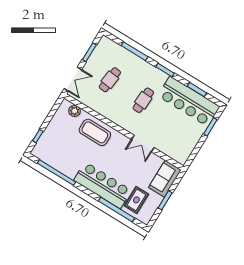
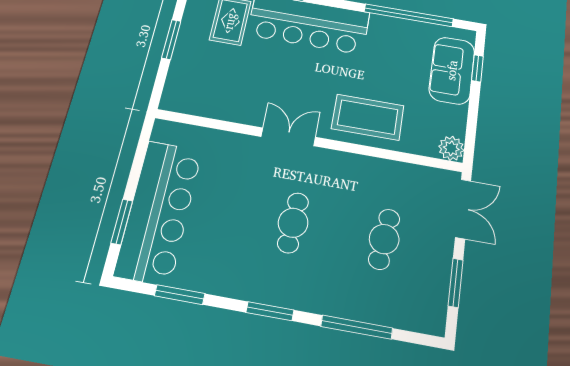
double door: (73, 79) -> (463, 209), swing flipped
bar counter: (189, 101) -> (159, 212), moved, turned 90
plant: (75, 111) -> (451, 148), moved
double door: (143, 144) -> (288, 137), moved
sofa: (165, 179) -> (452, 70), moved, turned 180

